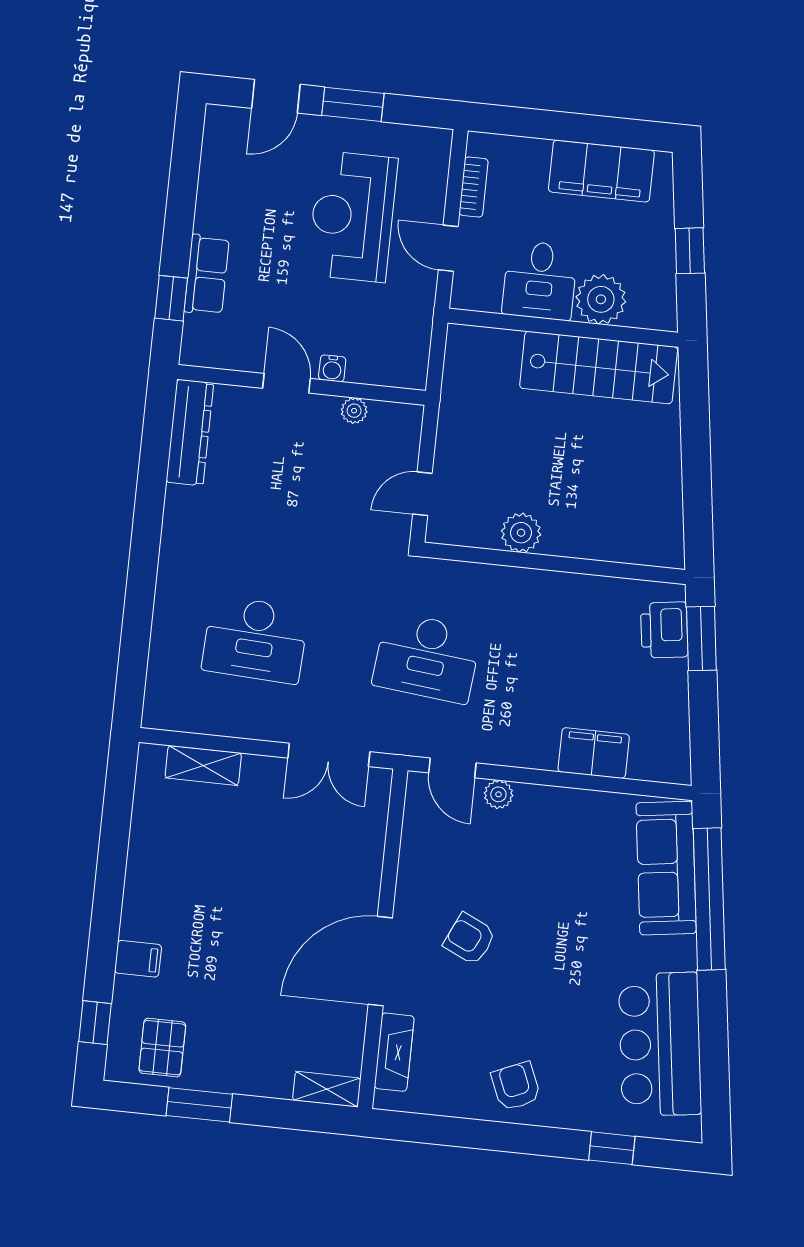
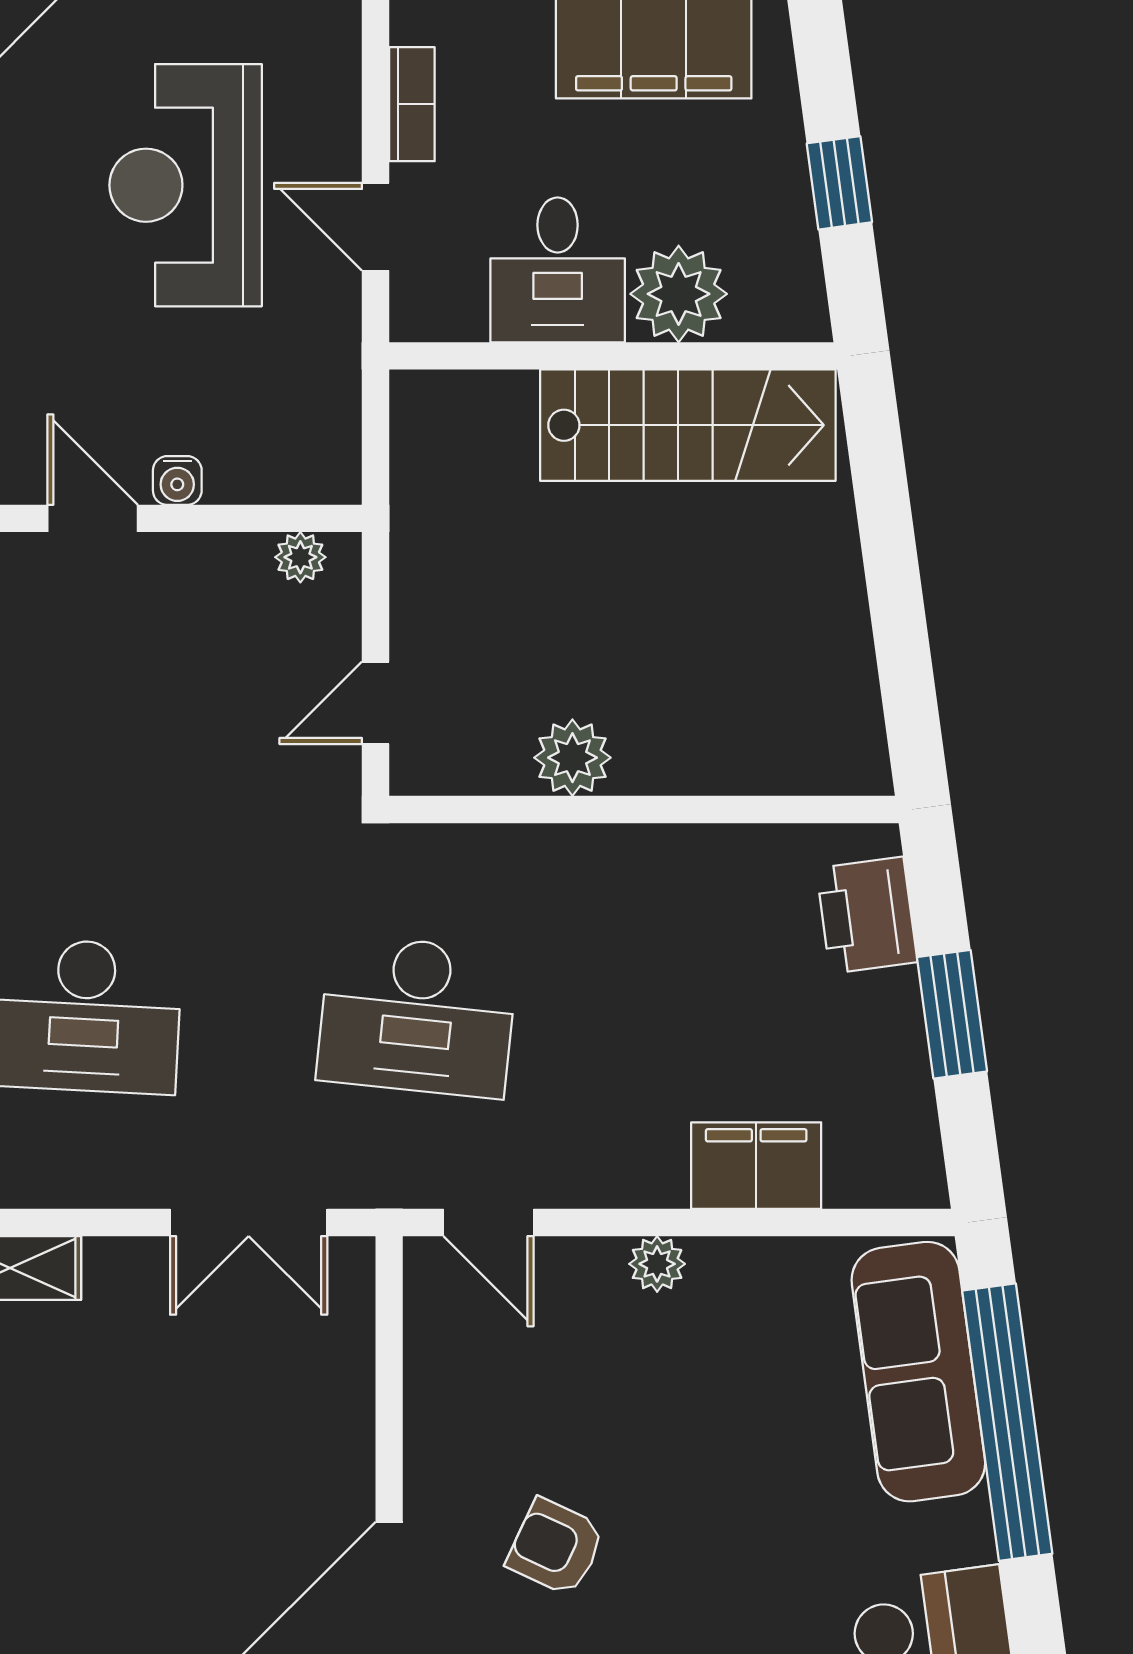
plant: (354, 411) -> (300, 557), moved
window: (701, 639) -> (952, 1014), moved
plant: (498, 794) -> (657, 1264), moved

